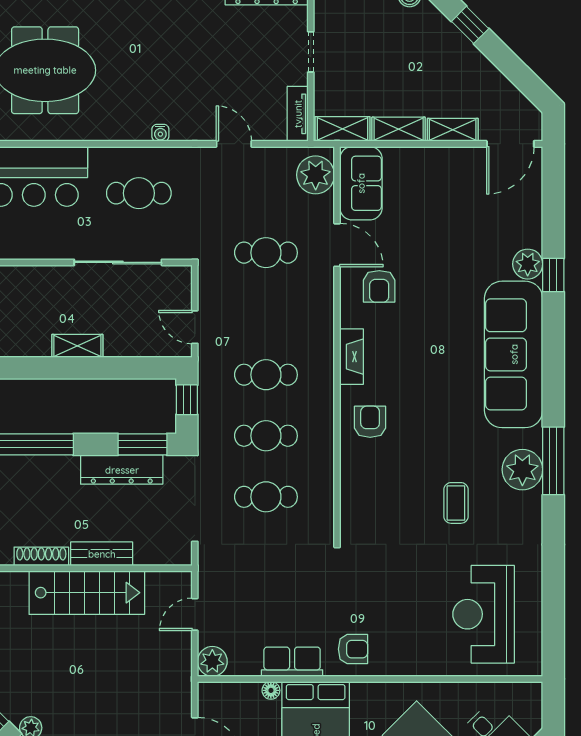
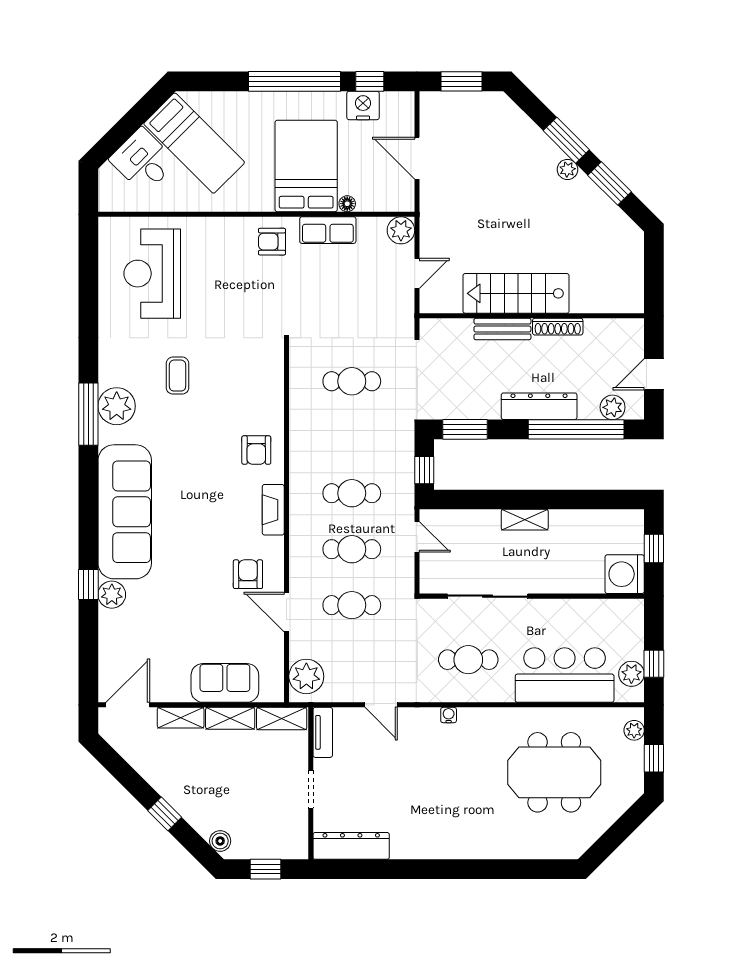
sofa: (361, 183) -> (225, 683), moved, turned 90
cafe table: (266, 436) -> (352, 549), moved
dresser: (122, 470) -> (539, 406), moved
reception desk: (484, 614) -> (152, 274), turned 180

